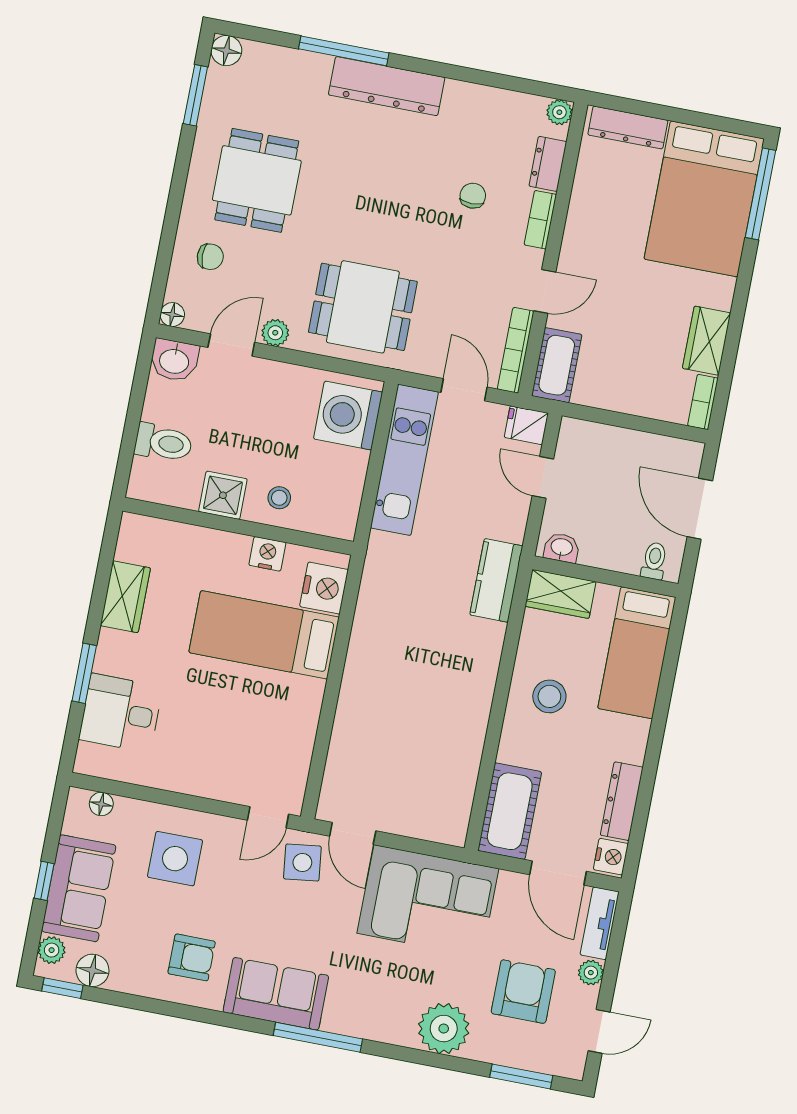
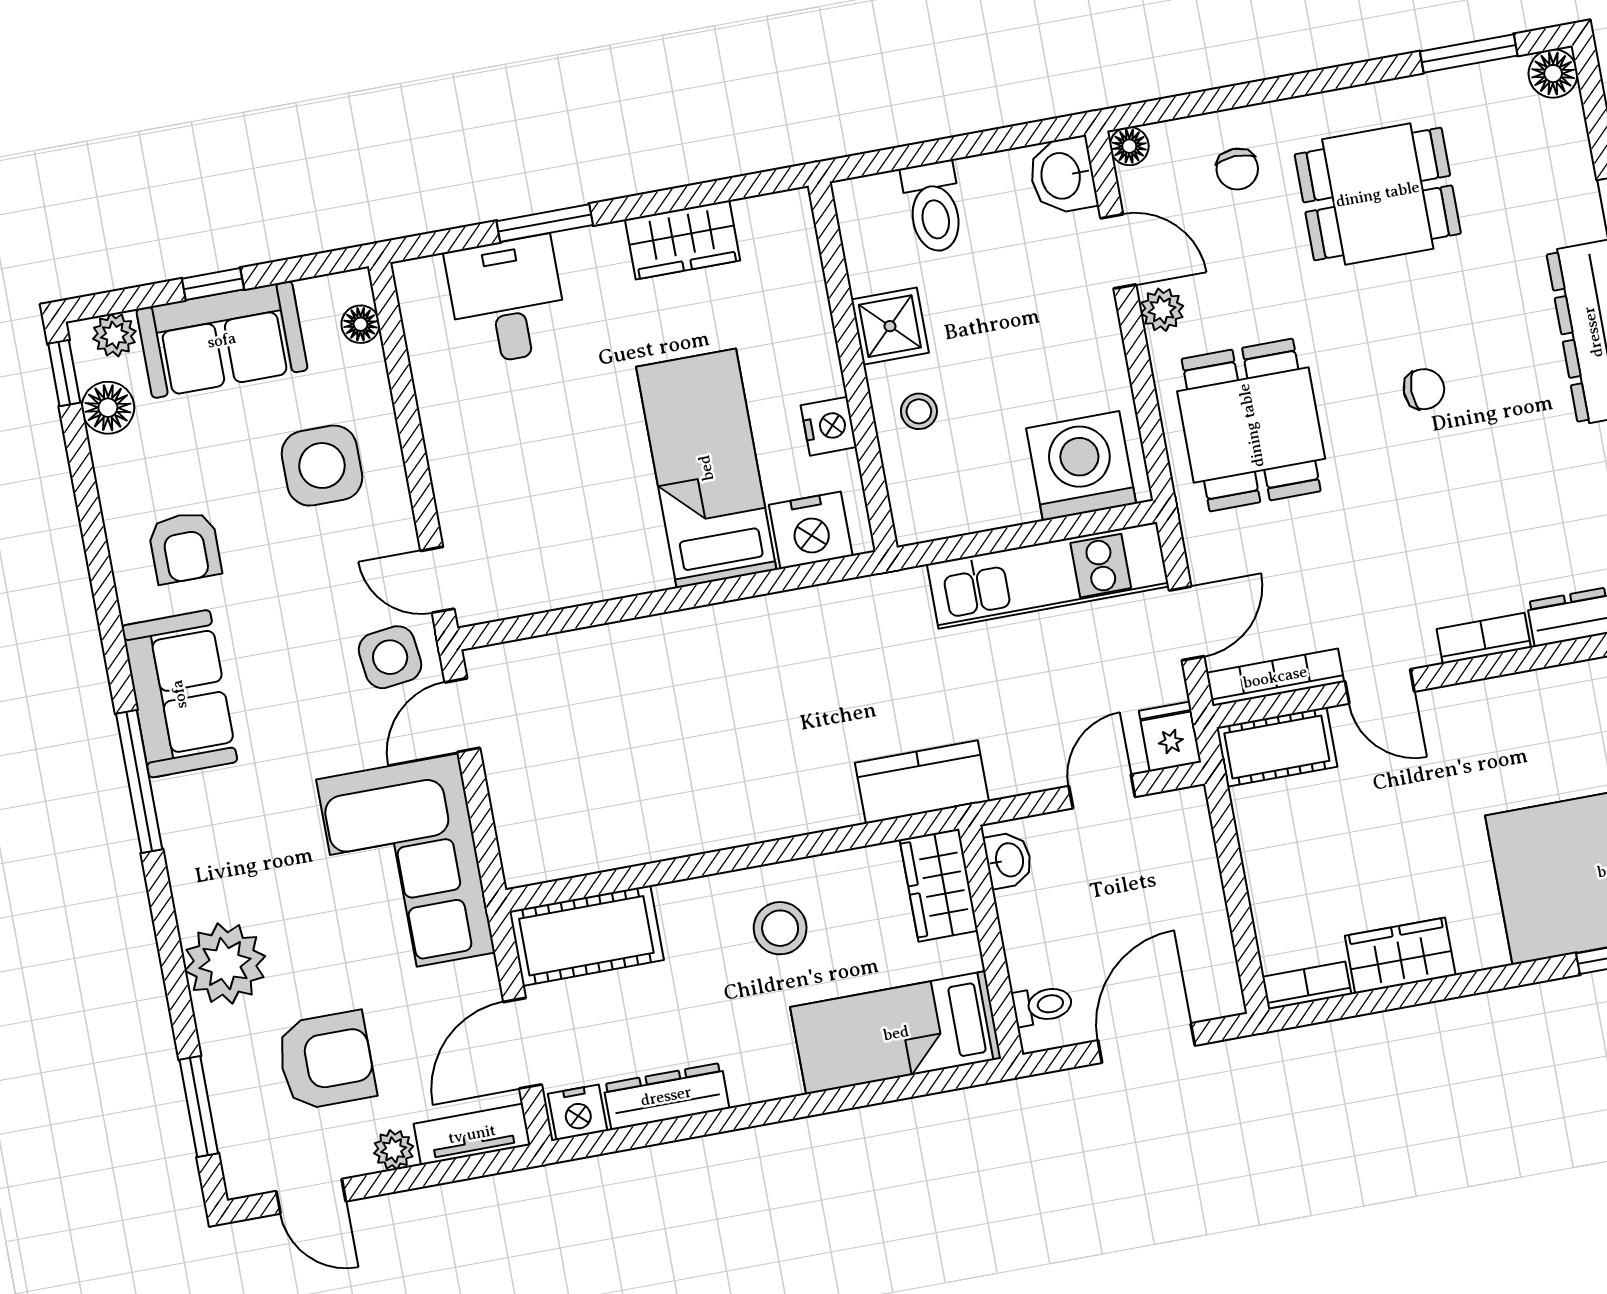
chair: (473, 196) -> (1424, 389), moved

